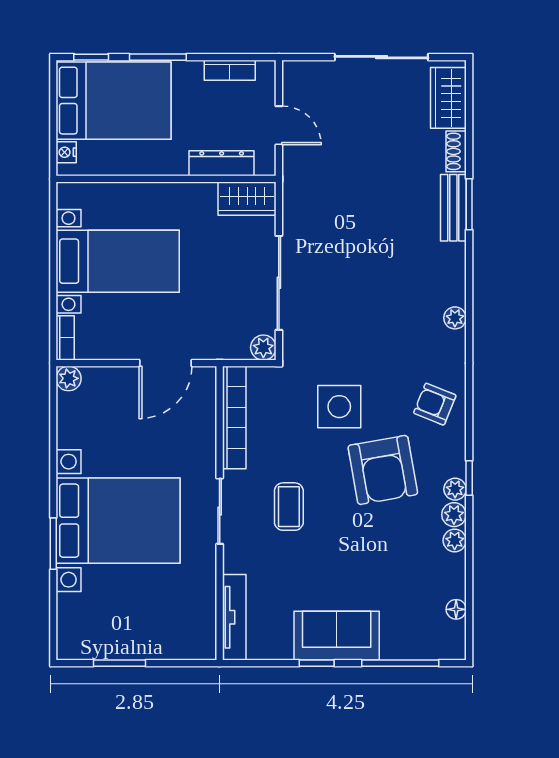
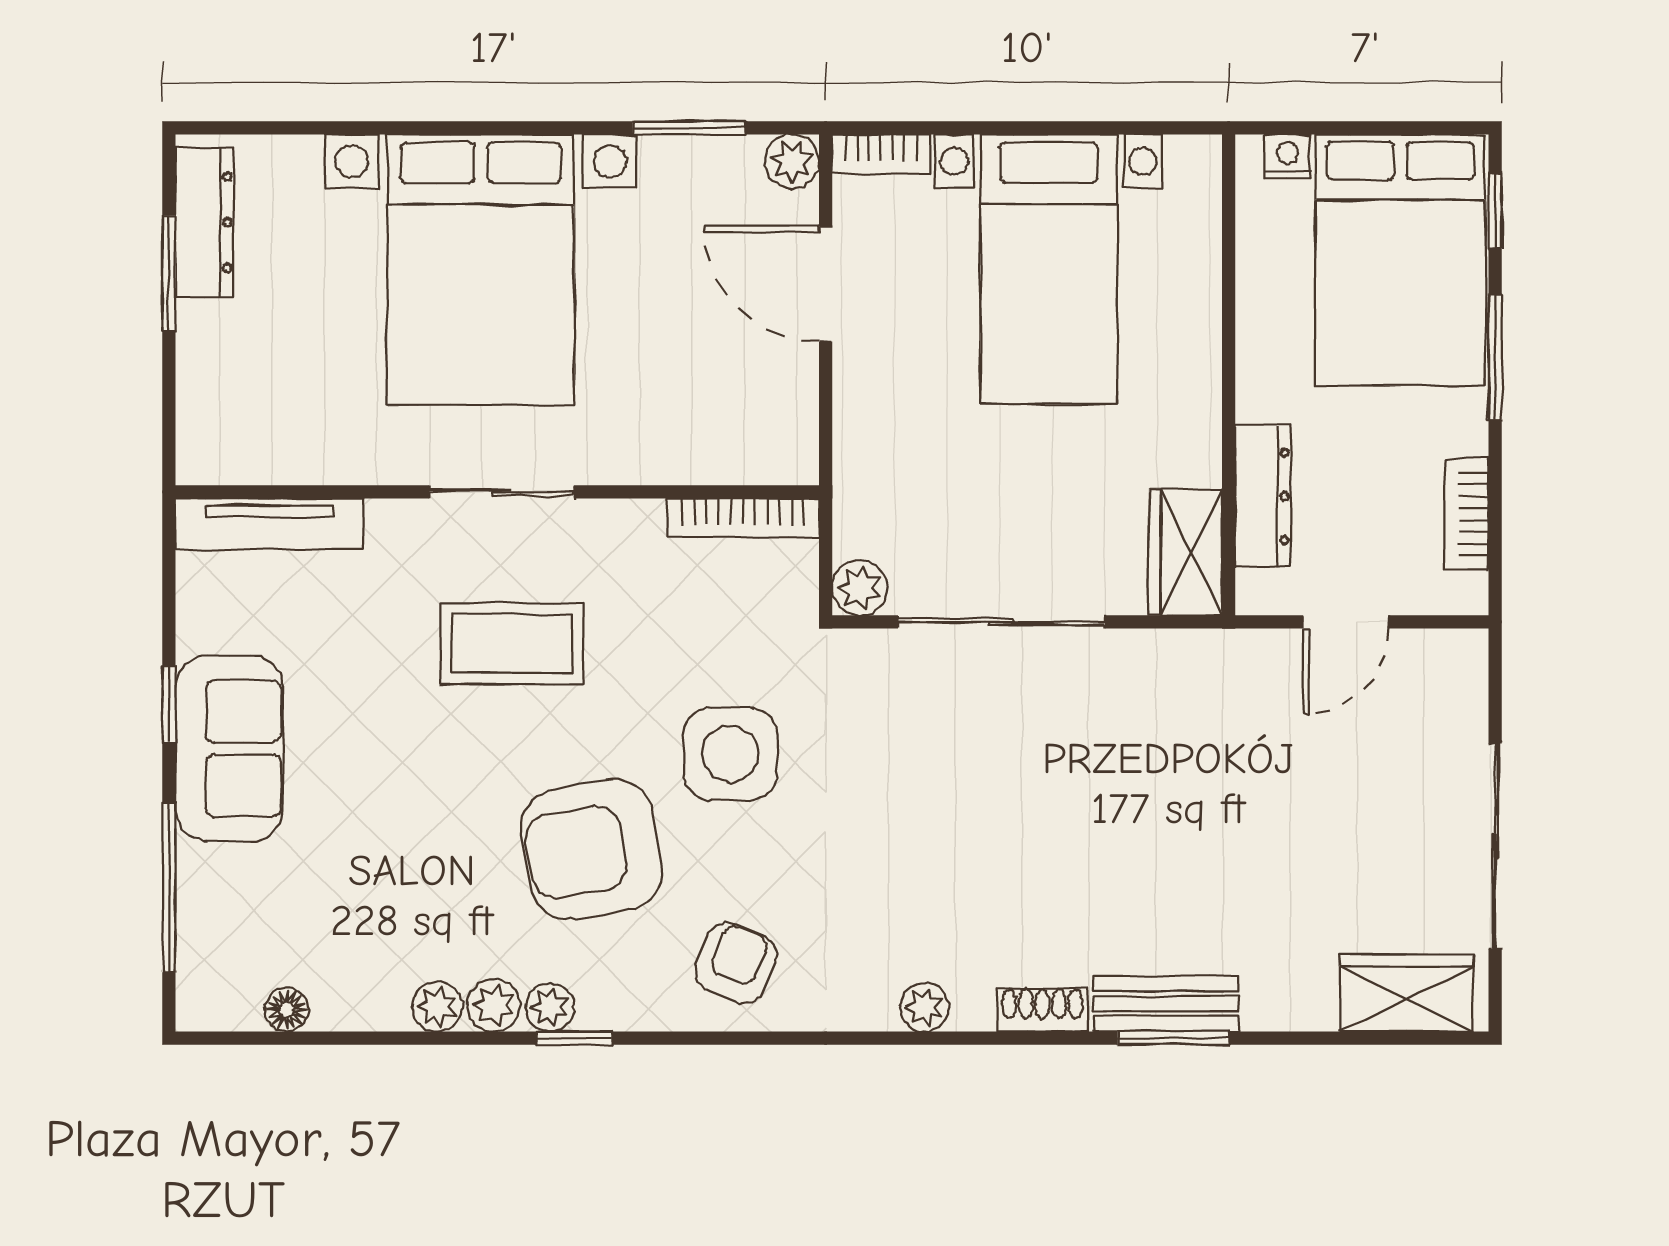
shoe rack: (456, 151) -> (1042, 1010), moved
door: (166, 363) -> (826, 284), moved
bookcase: (234, 418) -> (743, 518), width x0.68, depth x0.76
coffee table: (289, 507) -> (512, 644), width x1.36, depth x1.30
window: (53, 544) -> (689, 128), moved
dresser: (96, 647) -> (205, 222), added

